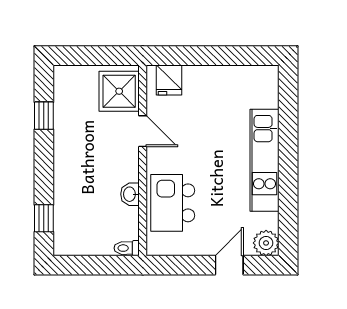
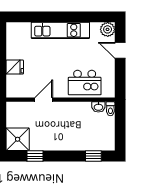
fridge: (169, 80) -> (15, 67), moved
shower: (119, 91) -> (18, 139), moved
washbasin: (130, 194) -> (98, 107), moved

